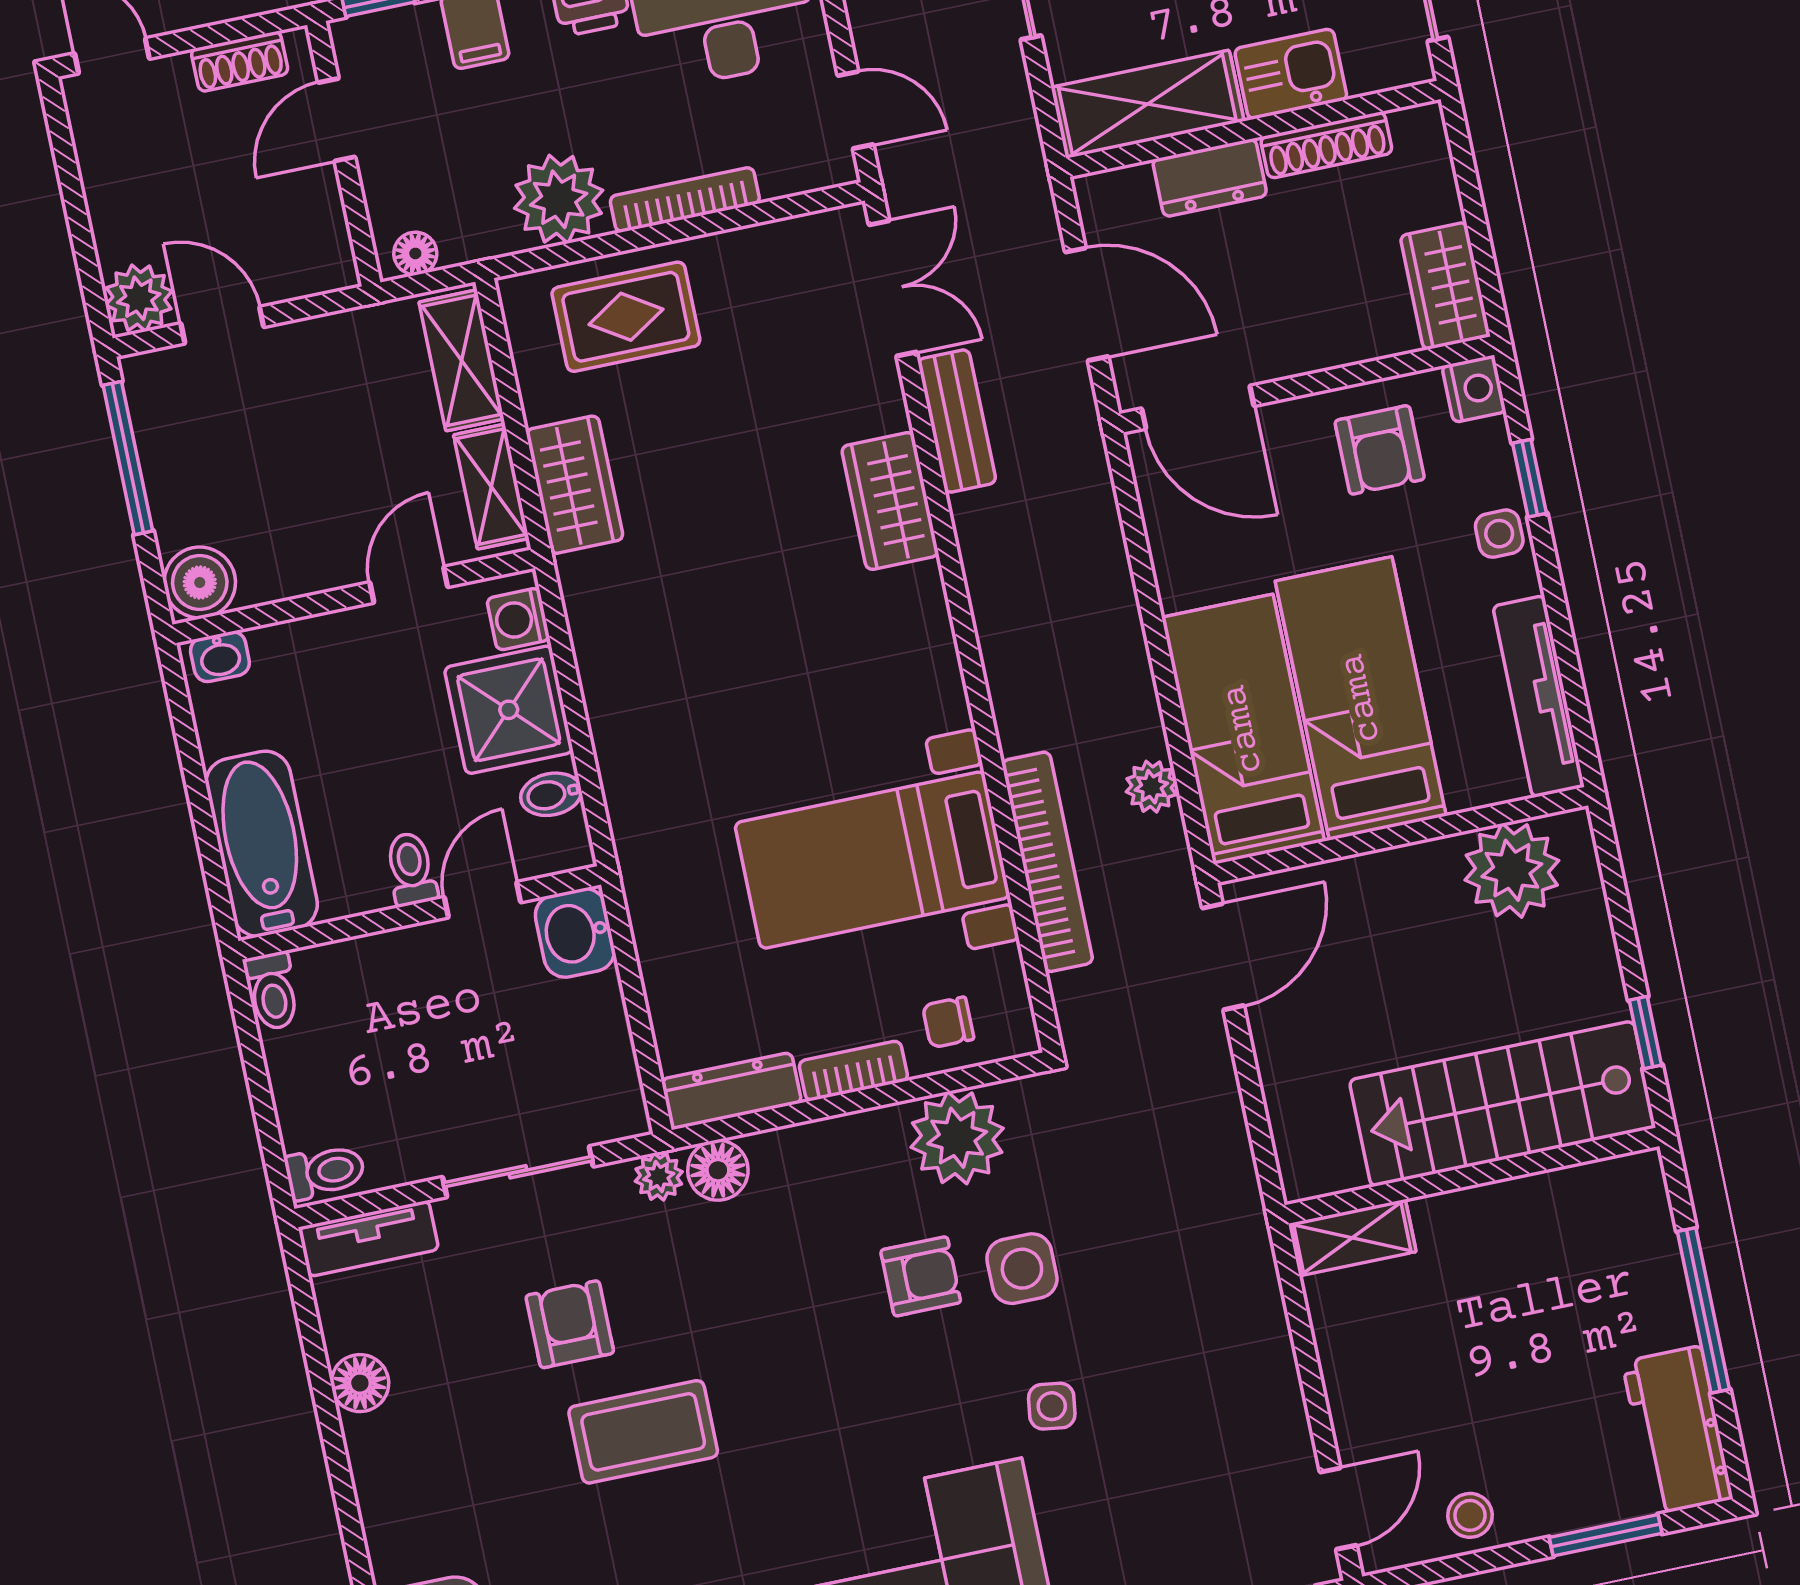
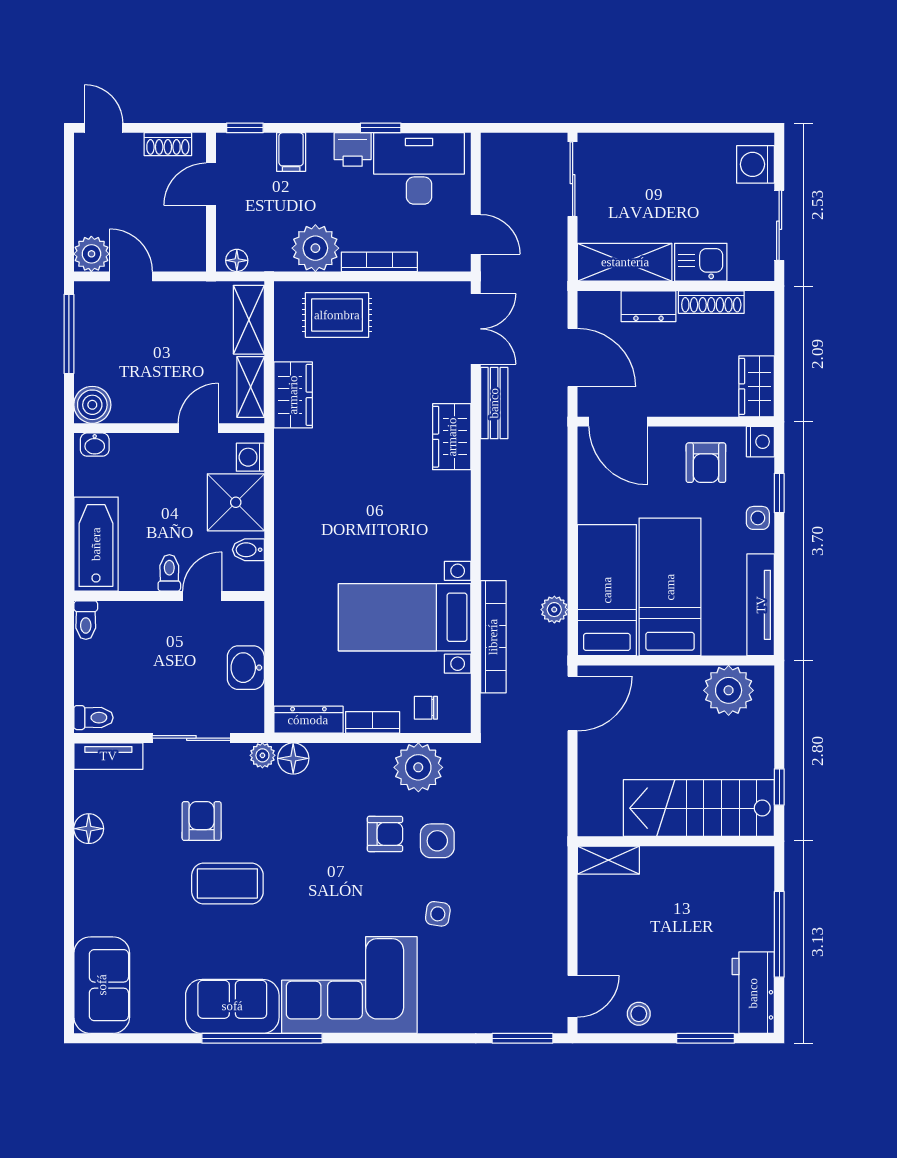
washbasin: (575, 933) -> (246, 668), moved

